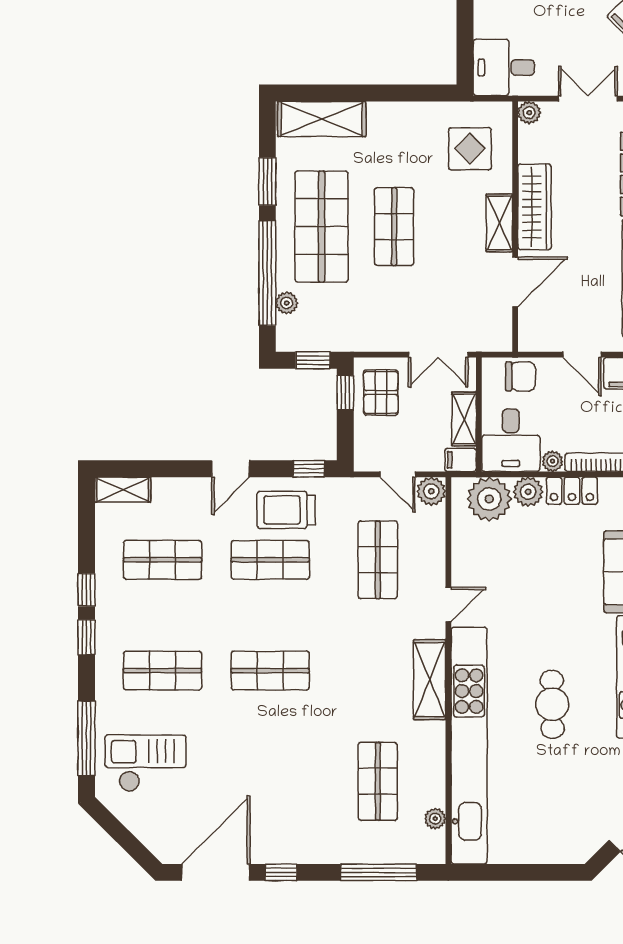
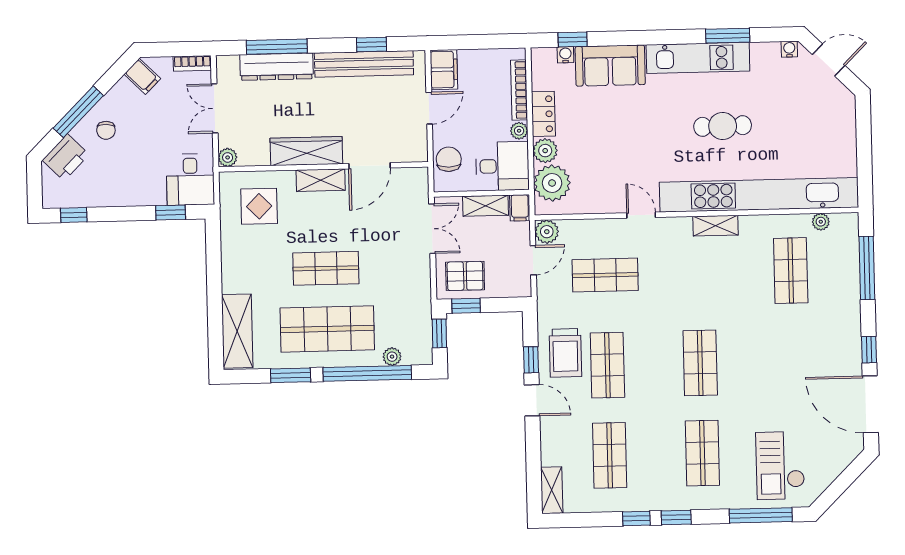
window: (465, 43) -> (171, 213), added
door: (515, 282) -> (370, 166), swing flipped
window: (309, 469) -> (531, 360), moved
shelving: (430, 680) -> (716, 226), width x0.67, depth x0.75
shop shelf: (378, 781) -> (791, 271), turned 90

